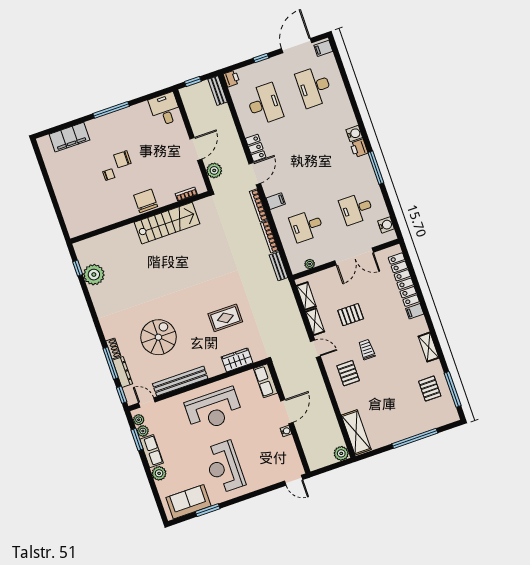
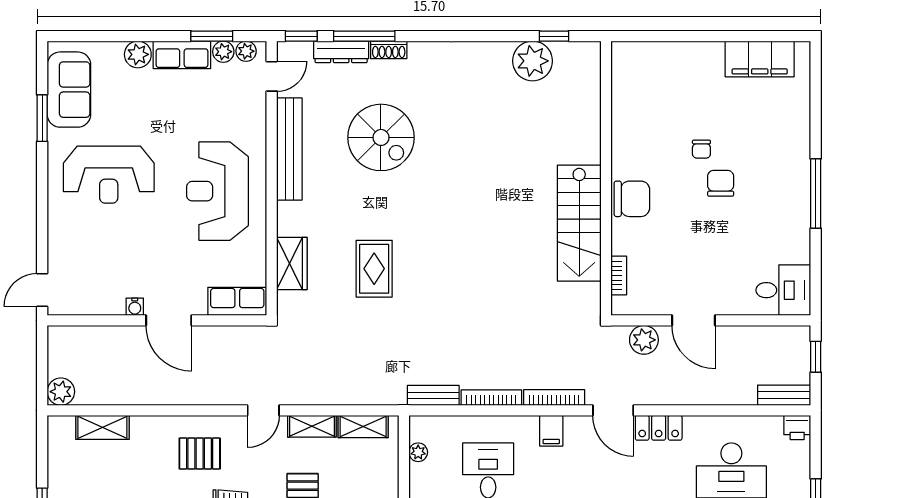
filing cabinet: (69, 137) -> (760, 59), moved, turned -90
shelving: (356, 432) -> (102, 427), width x0.67, depth x0.75
reception desk: (224, 467) -> (109, 175), turned 180

